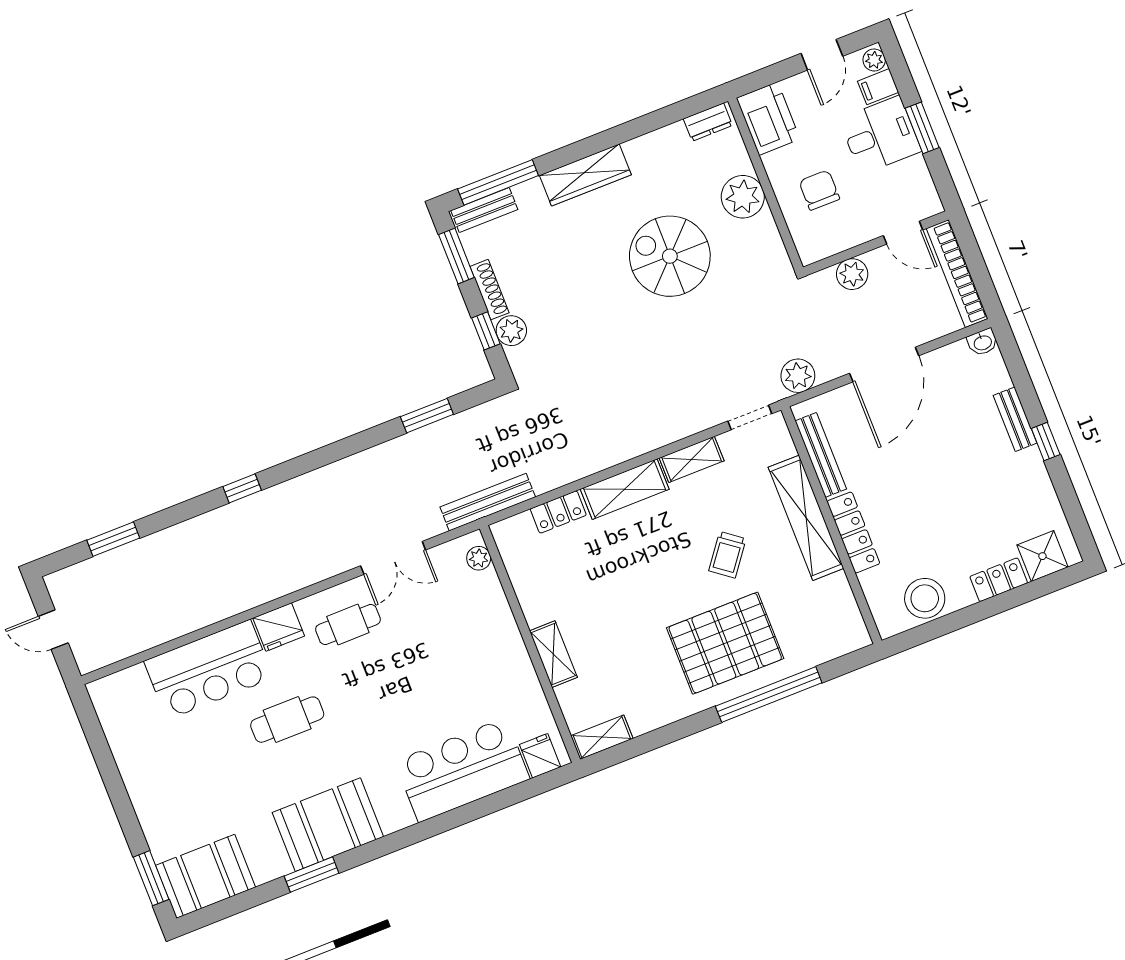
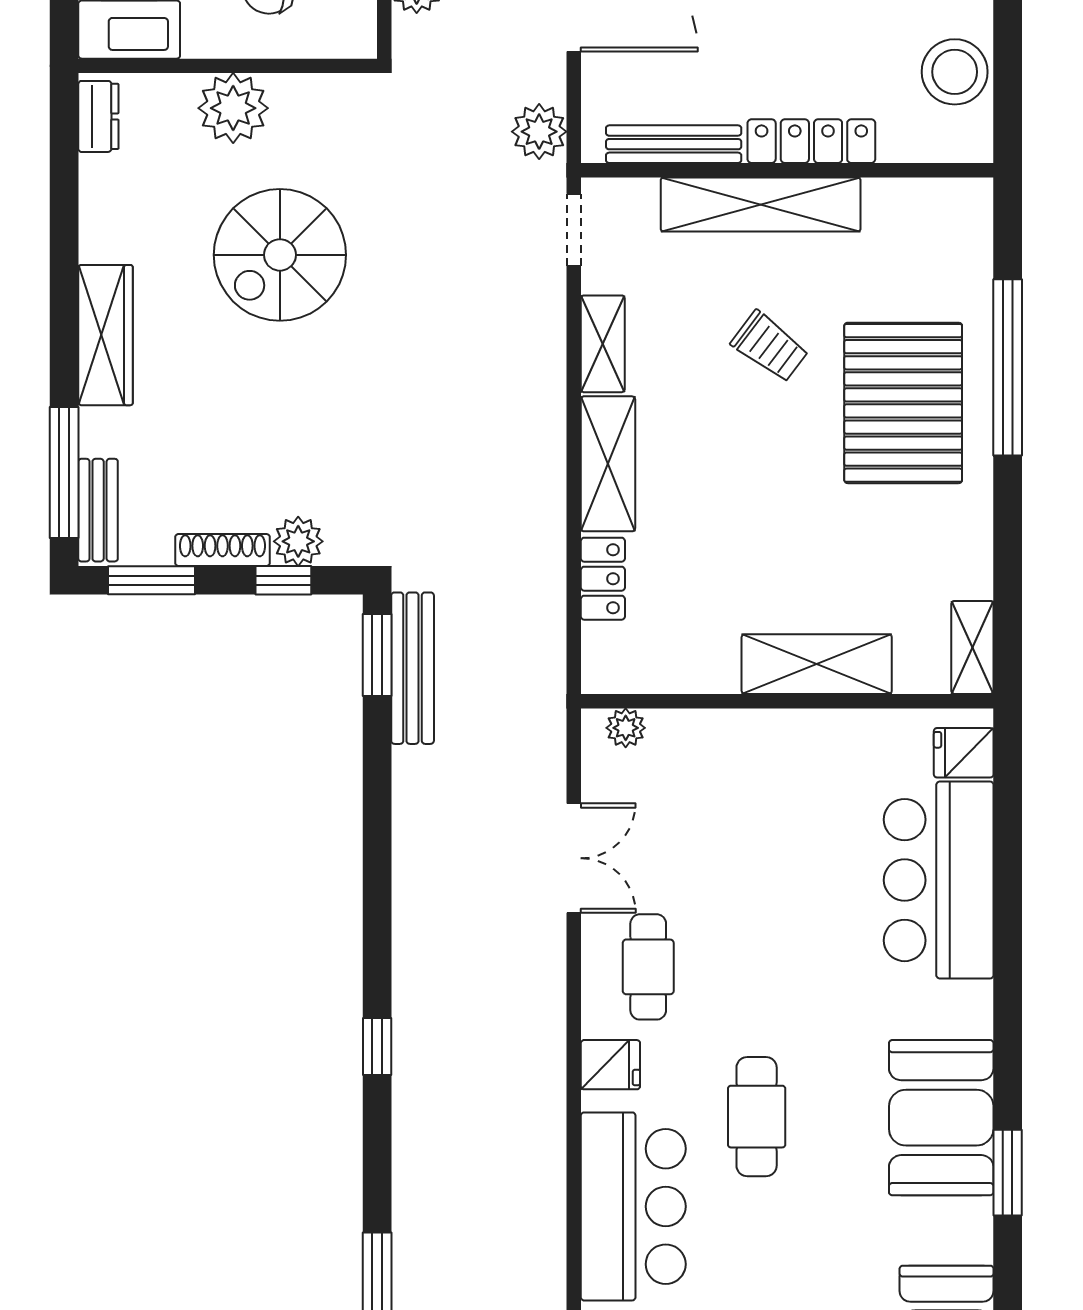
window: (427, 416) -> (377, 655), moved
bench: (488, 502) -> (413, 668), moved
fridge: (279, 627) -> (610, 1065), width x0.72
shelving: (553, 654) -> (817, 664), width x1.50, depth x1.33

